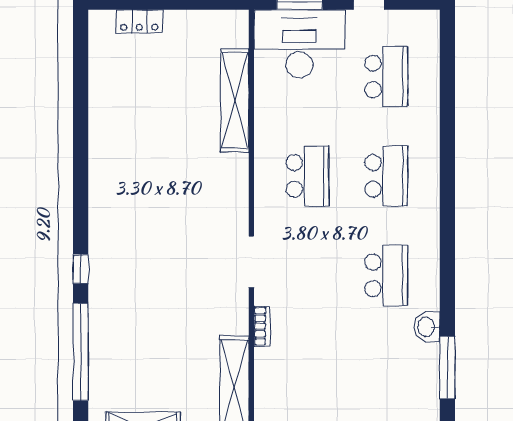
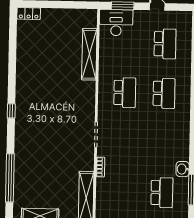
locker: (139, 21) -> (29, 14), moved
desk: (299, 44) -> (116, 23), width x0.73, depth x0.77
window: (81, 269) -> (11, 111), moved
school desk: (386, 275) -> (162, 193), moved

